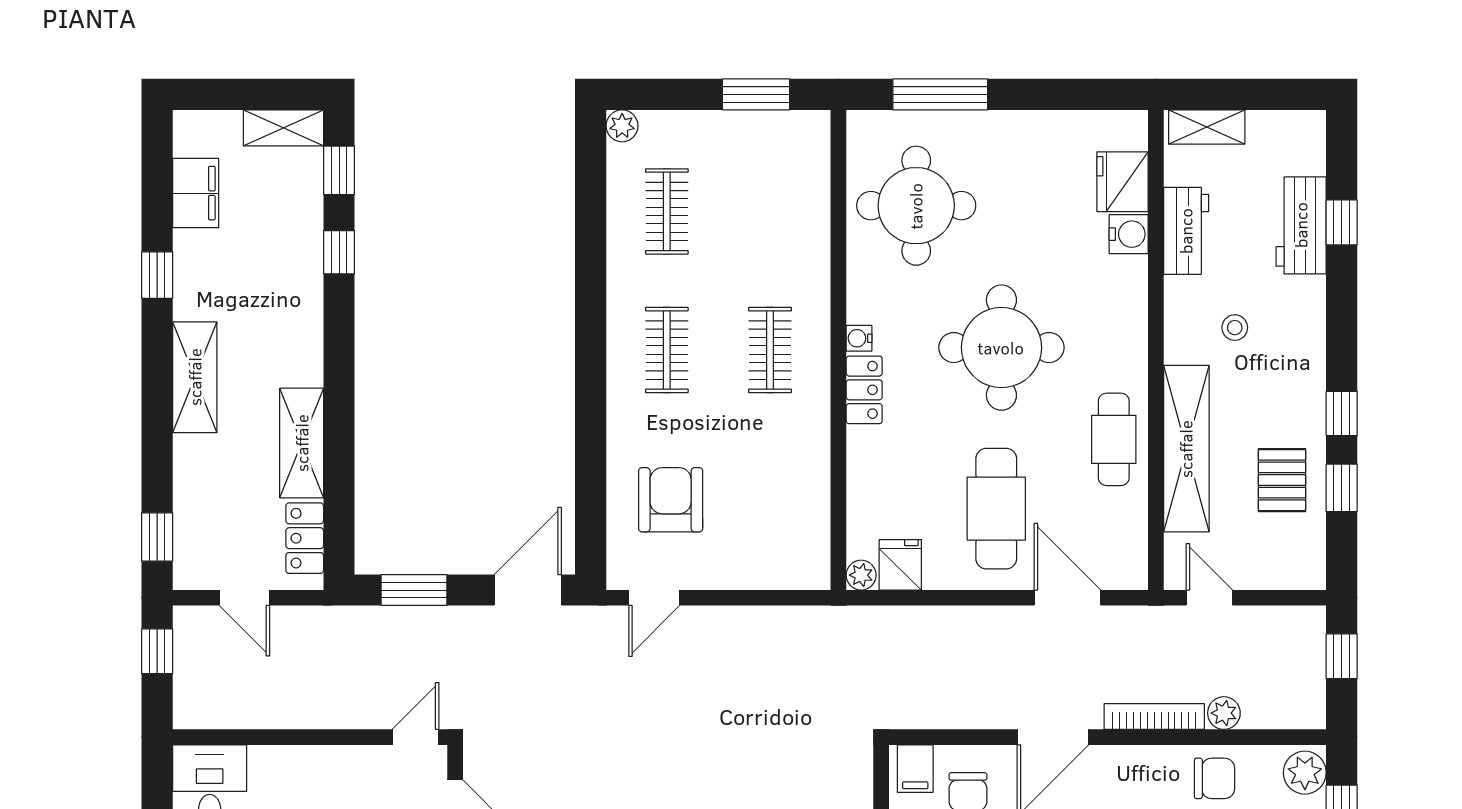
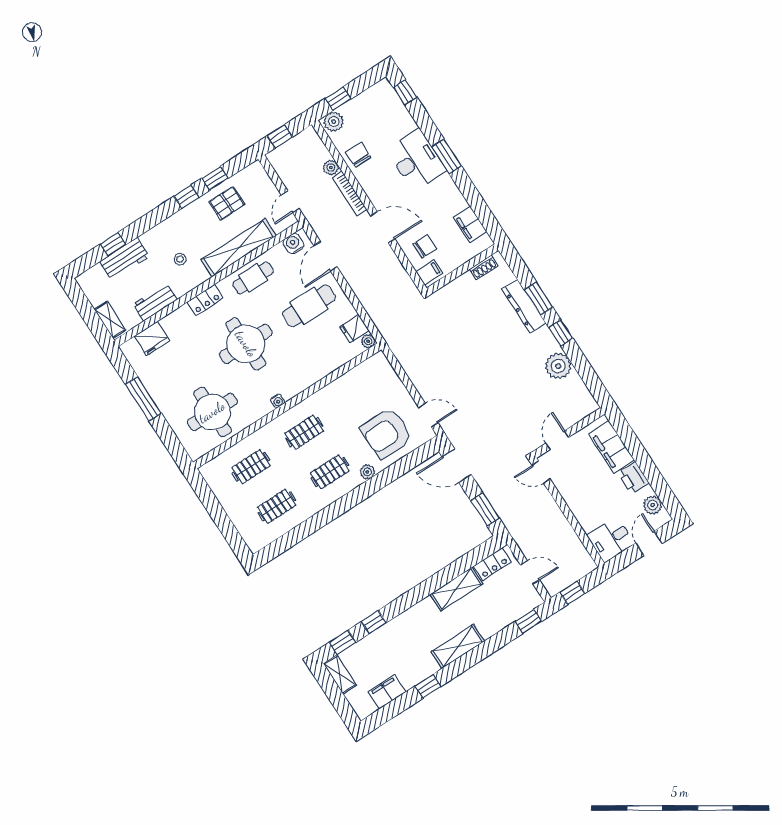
window: (756, 94) -> (210, 501), removed
window: (940, 94) -> (143, 399), moved
plant: (622, 126) -> (367, 472), moved
clothes rail: (770, 211) -> (251, 467), added
water cooler: (1129, 234) -> (293, 244), moved
locker: (864, 390) -> (205, 300), moved, turned 180
armchair: (671, 500) -> (386, 433), width x1.36, depth x1.36
door: (244, 598) -> (530, 573), hinge flipped

